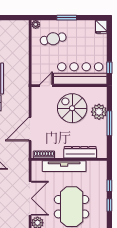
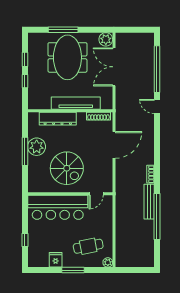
fridge: (101, 27) -> (56, 260), moved
window: (109, 68) -> (25, 240), moved
plant: (99, 112) -> (37, 147), moved

